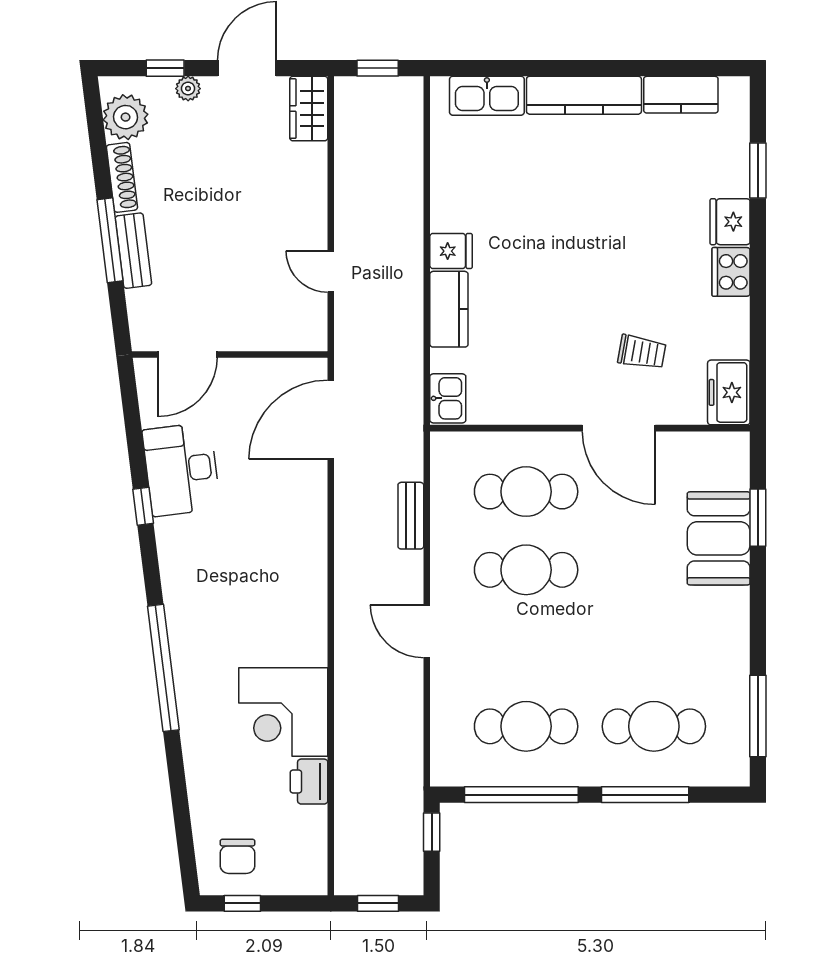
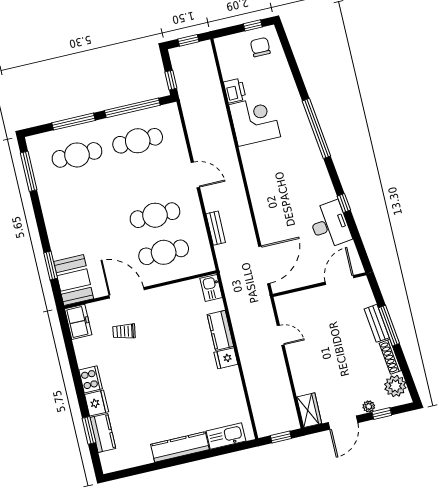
kitchen counter: (681, 95) -> (103, 433), moved, turned 90
booth: (719, 538) -> (74, 280), moved

